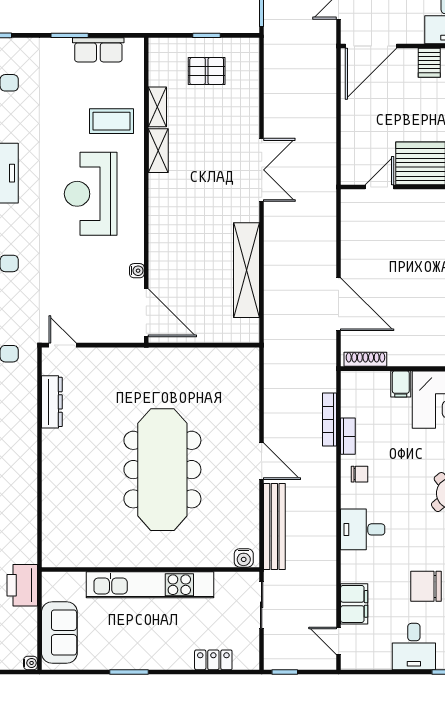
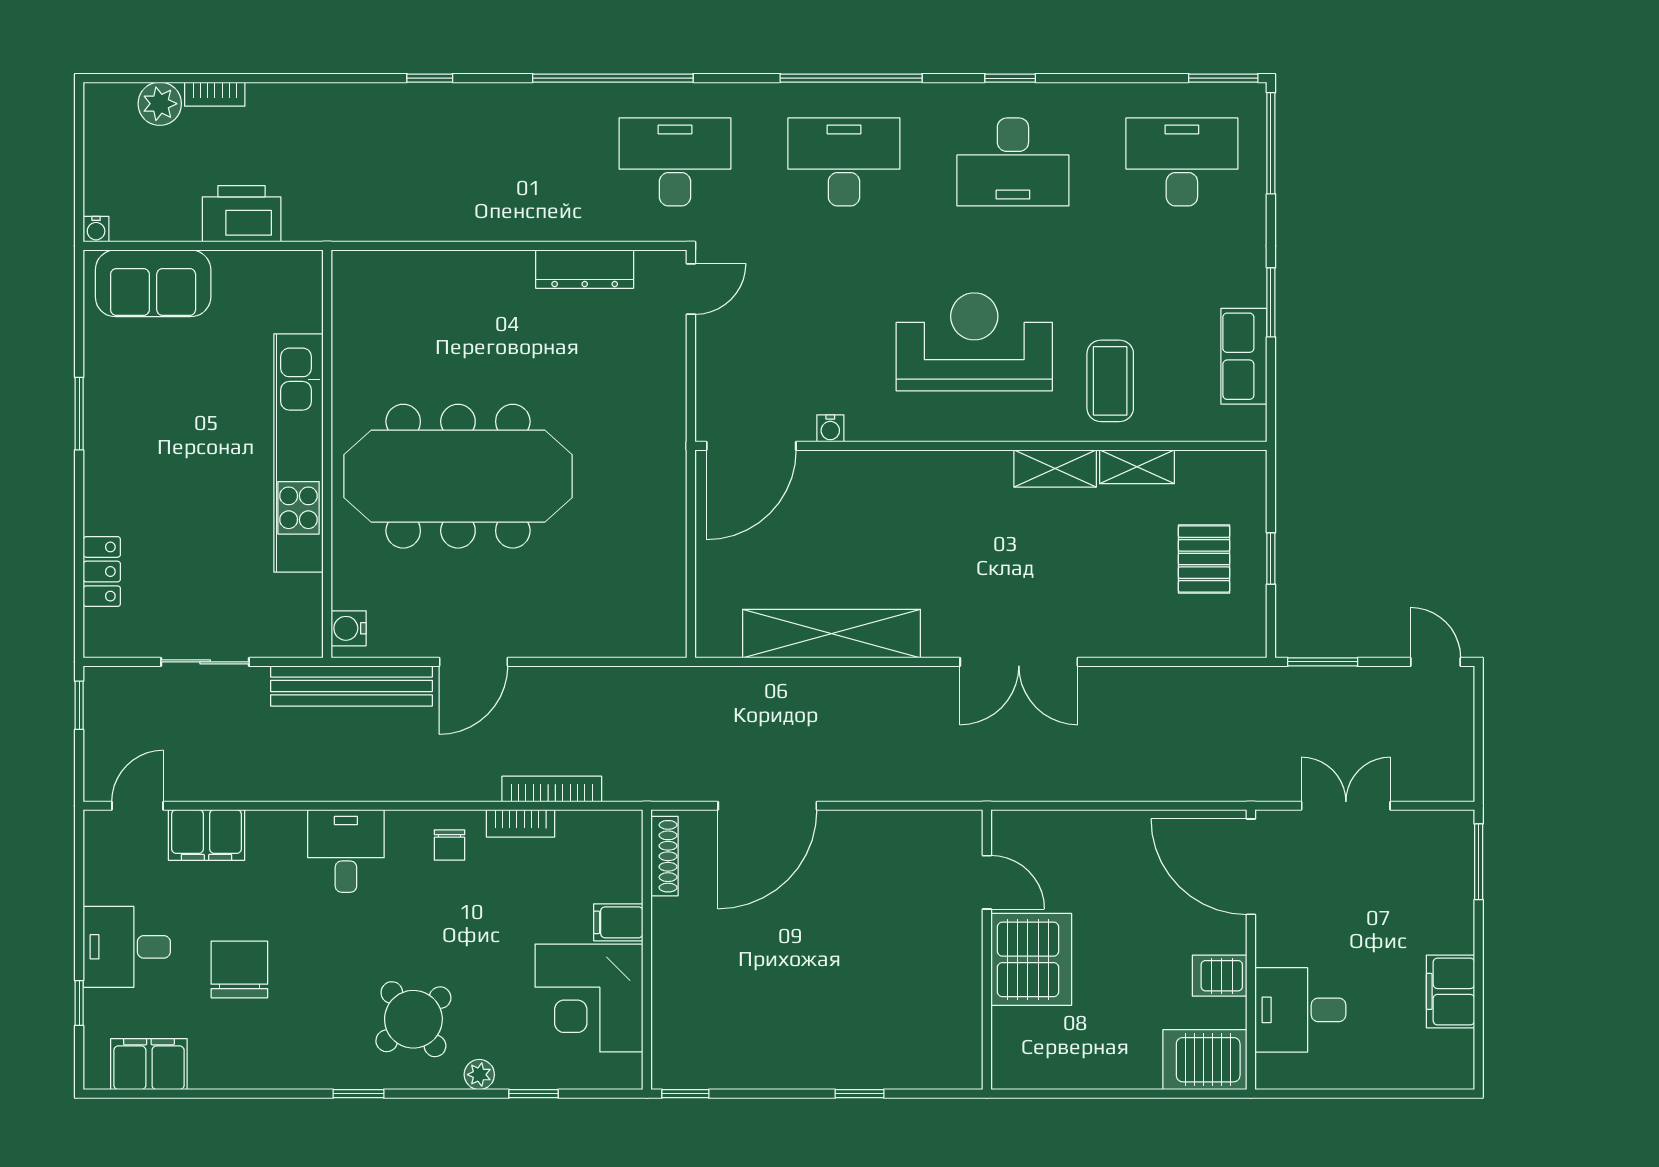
water cooler: (244, 558) -> (349, 628), moved
wall: (151, 569) -> (327, 454), moved
kitchen unit: (150, 585) -> (298, 453), moved

